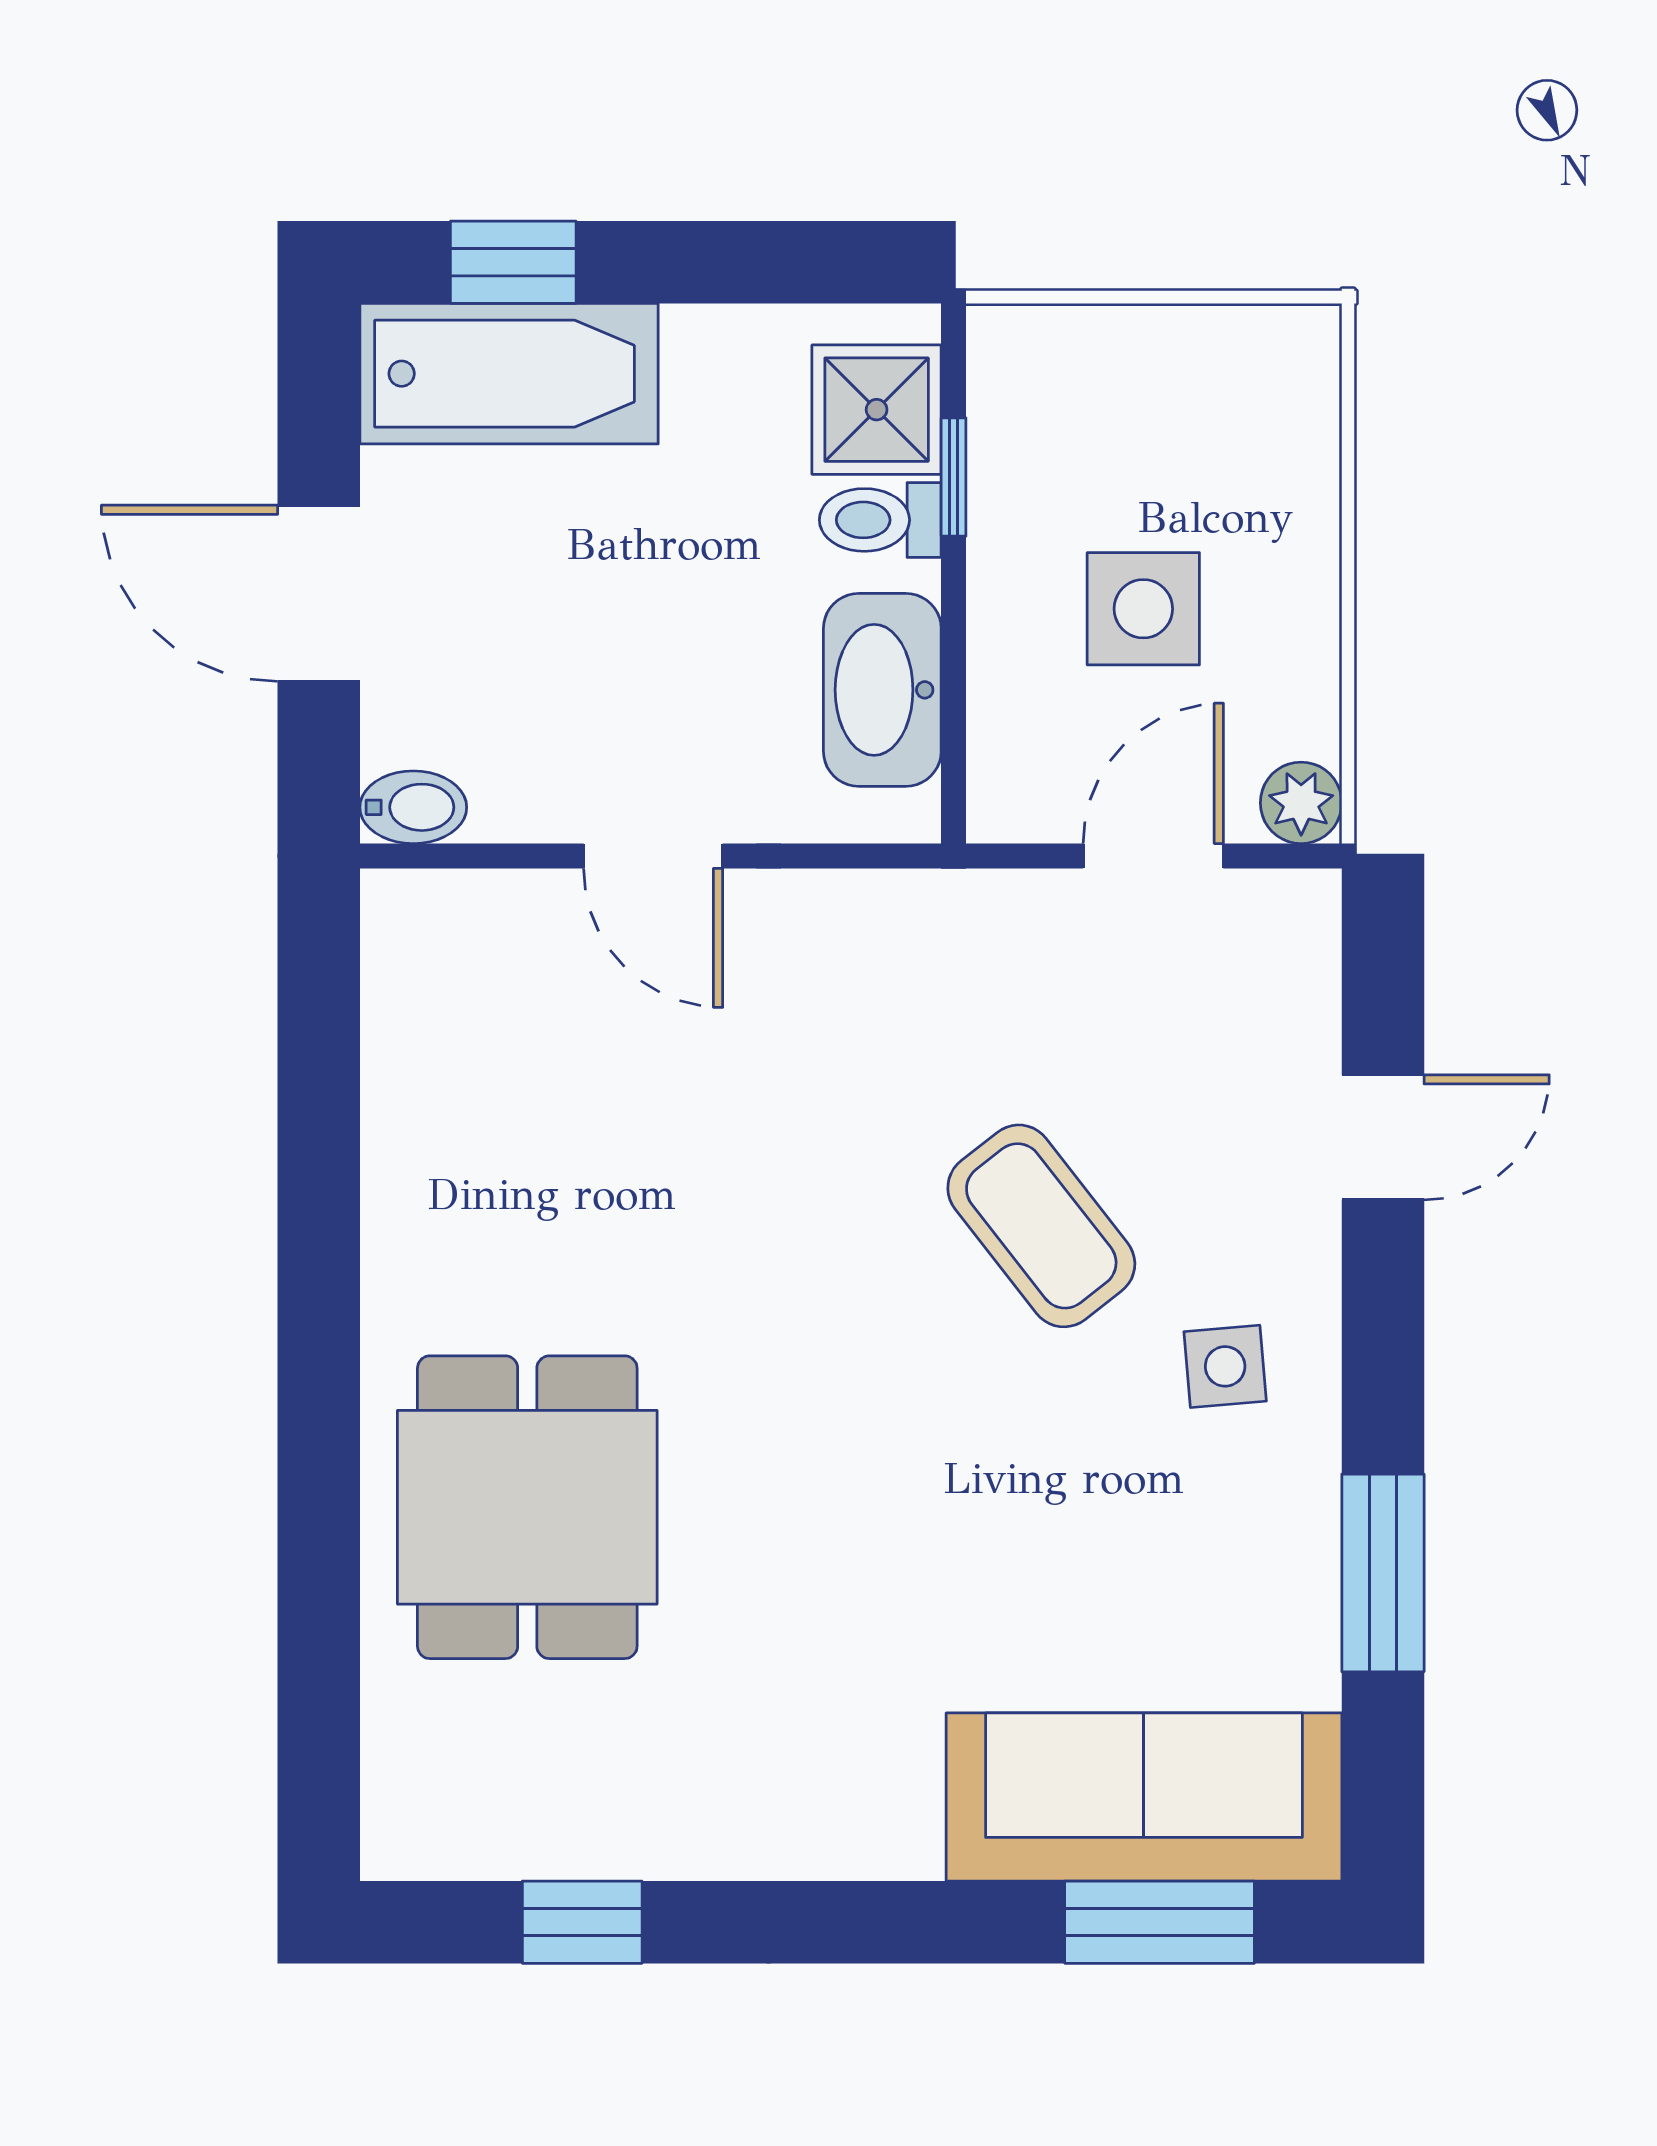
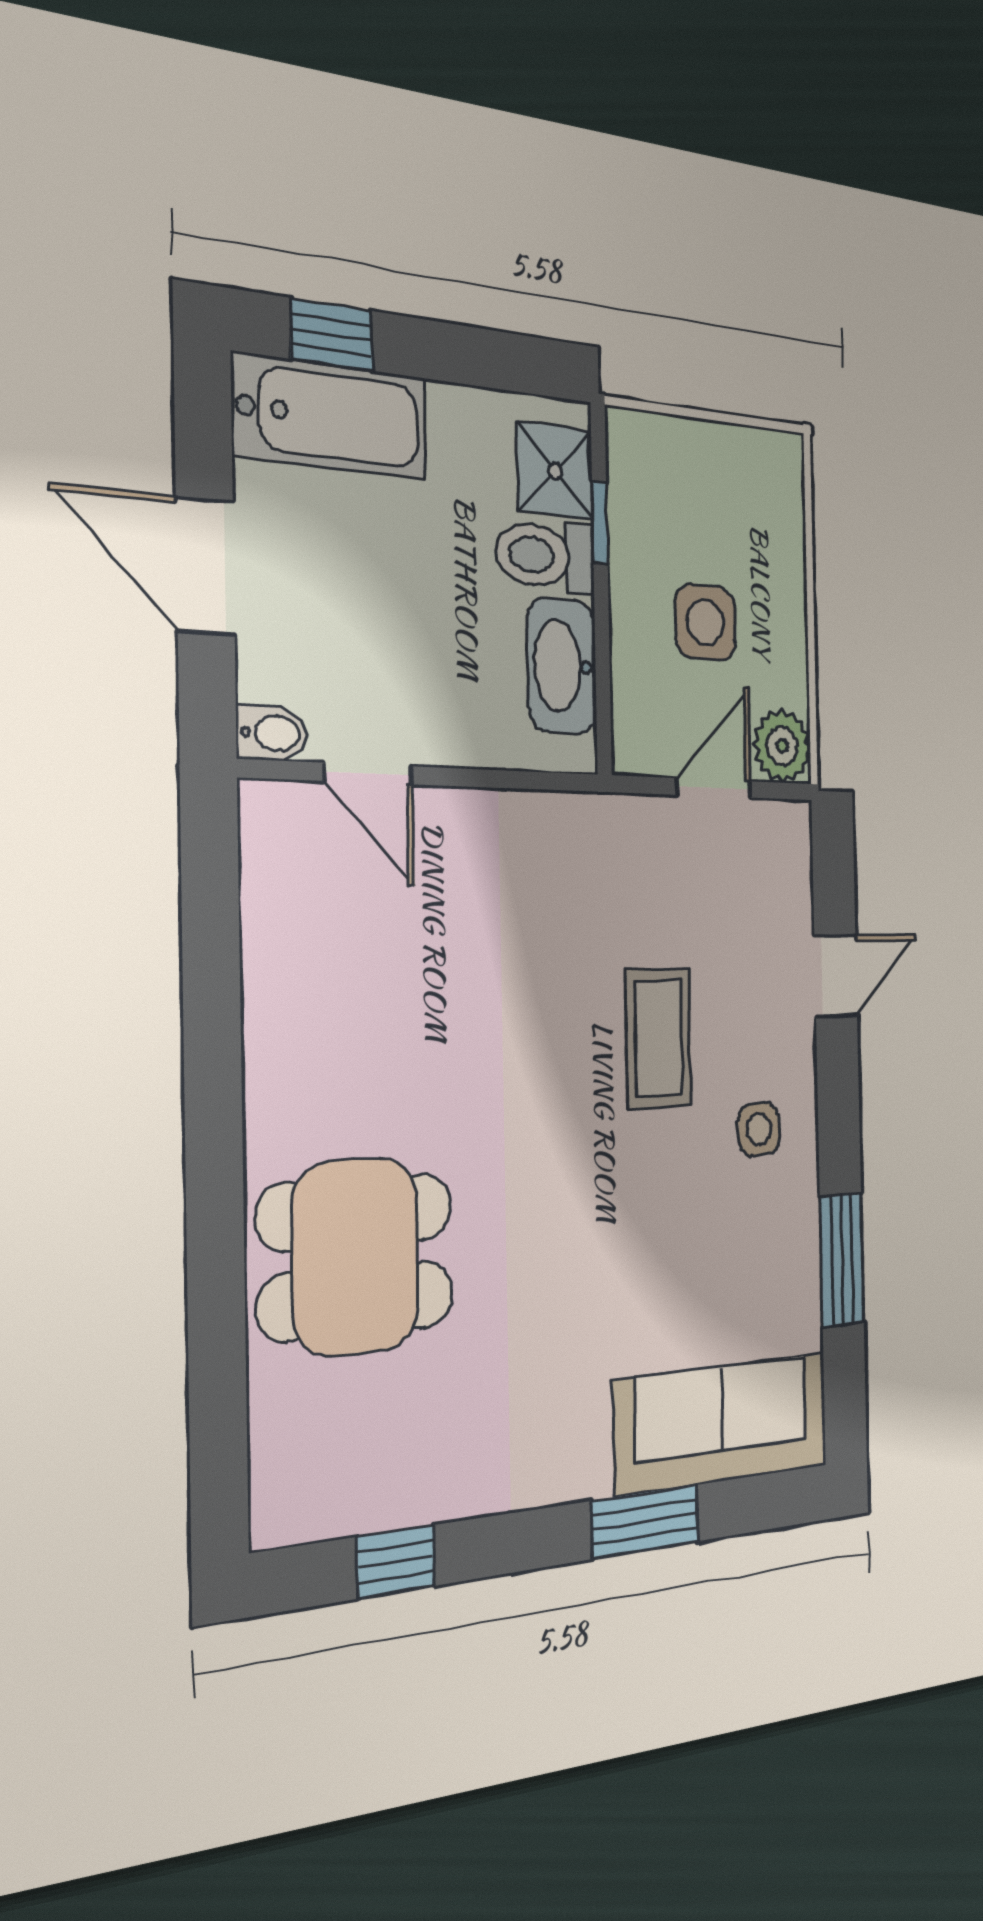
toilet: (880, 520) -> (545, 556), width x1.37, depth x1.39
plant: (1301, 803) -> (782, 746), width x1.38, depth x1.38
door: (653, 856) -> (369, 774), moved
coffee table: (1041, 1226) -> (659, 1038), turned 38
dining table: (527, 1507) -> (356, 1256), turned 90
window: (1160, 1922) -> (645, 1521), moved

